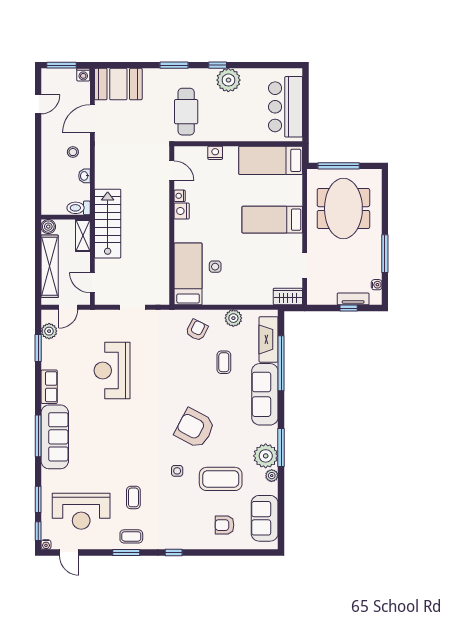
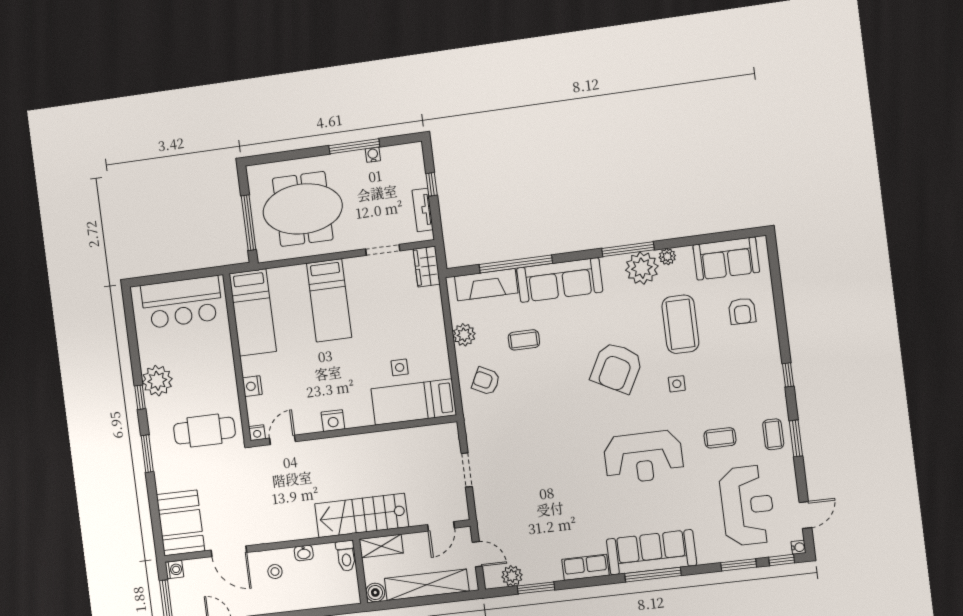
nightstand: (180, 196) -> (257, 433), moved
water cooler: (377, 285) -> (373, 155), moved
tv unit: (353, 299) -> (423, 210), moved
reception desk: (112, 370) -> (643, 457), moved

